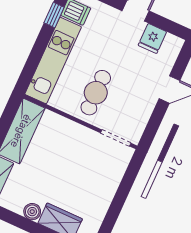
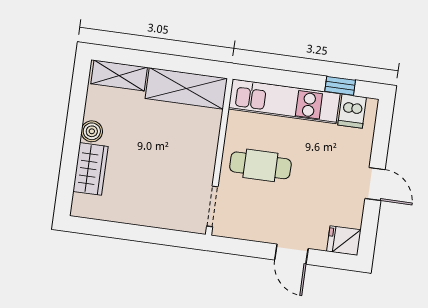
fridge: (152, 39) -> (344, 241), moved

